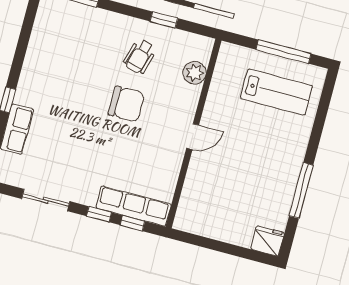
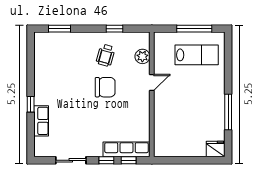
door: (193, 137) -> (152, 83), moved

